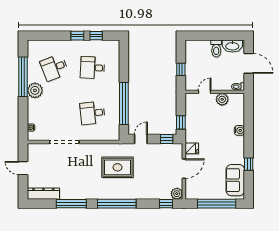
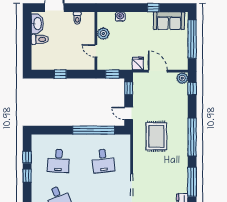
door: (205, 92) -> (96, 51), moved
wall: (215, 92) -> (96, 41), moved
plant: (222, 99) -> (103, 34), moved

